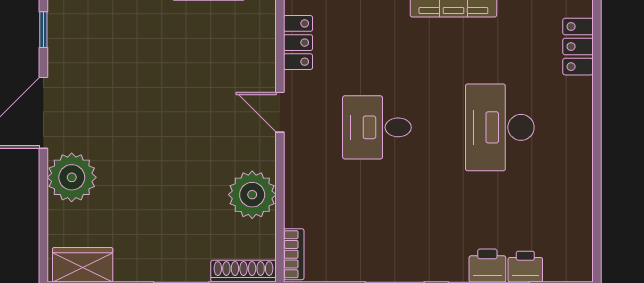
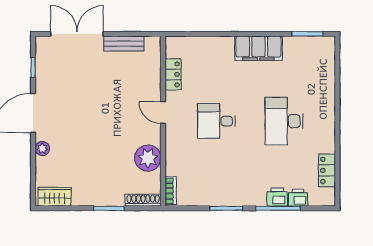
locker: (578, 47) -> (327, 170), moved
plant: (72, 177) -> (42, 149), width x0.53, depth x0.53

